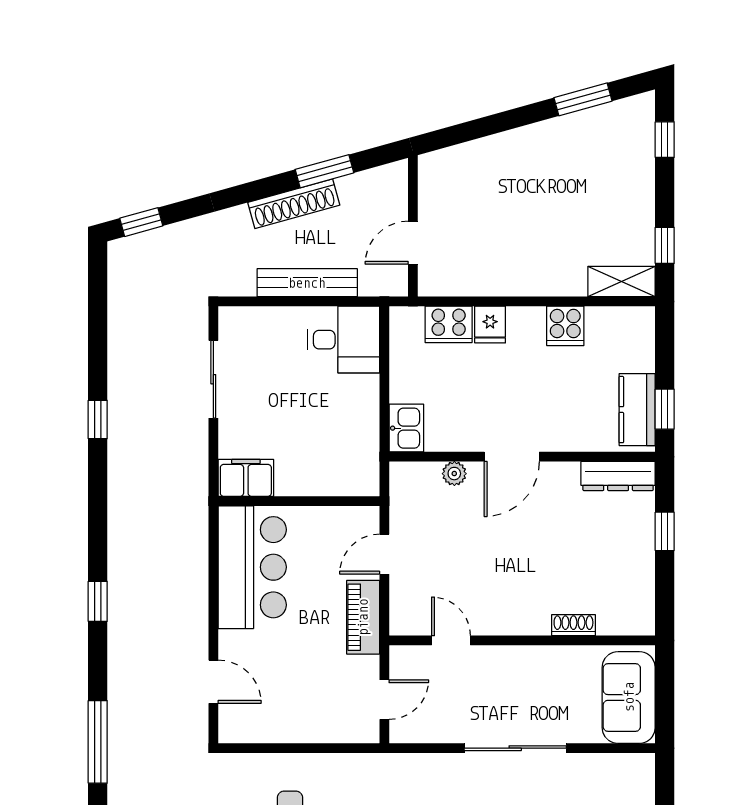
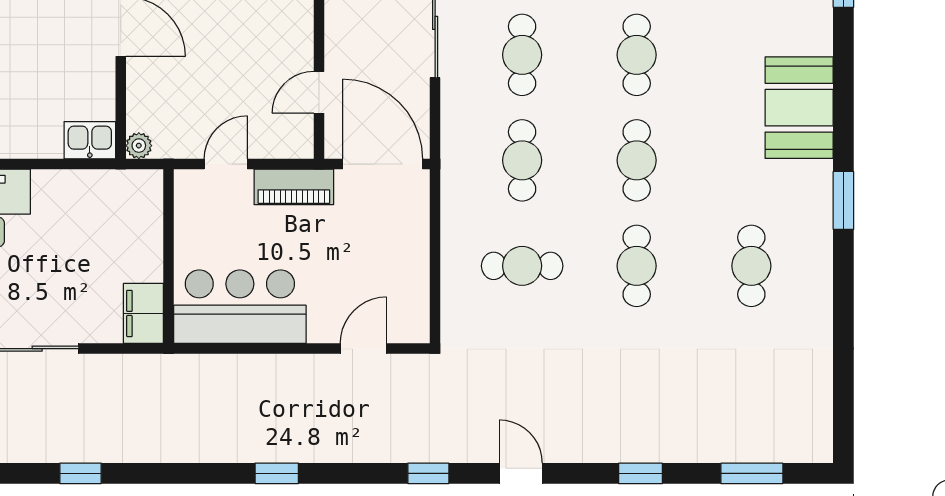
plant: (454, 474) -> (139, 146), moved
door: (384, 554) -> (226, 164), swing flipped
door: (384, 700) -> (383, 164), width x1.87
window: (98, 742) -> (428, 473), width x0.46

